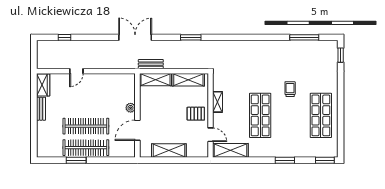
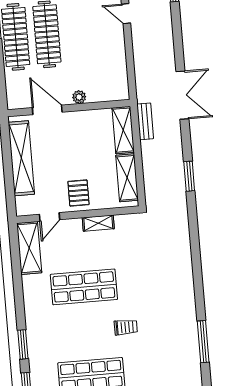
shelving: (169, 151) -> (21, 158), width x1.47
window: (285, 160) -> (23, 344), moved

